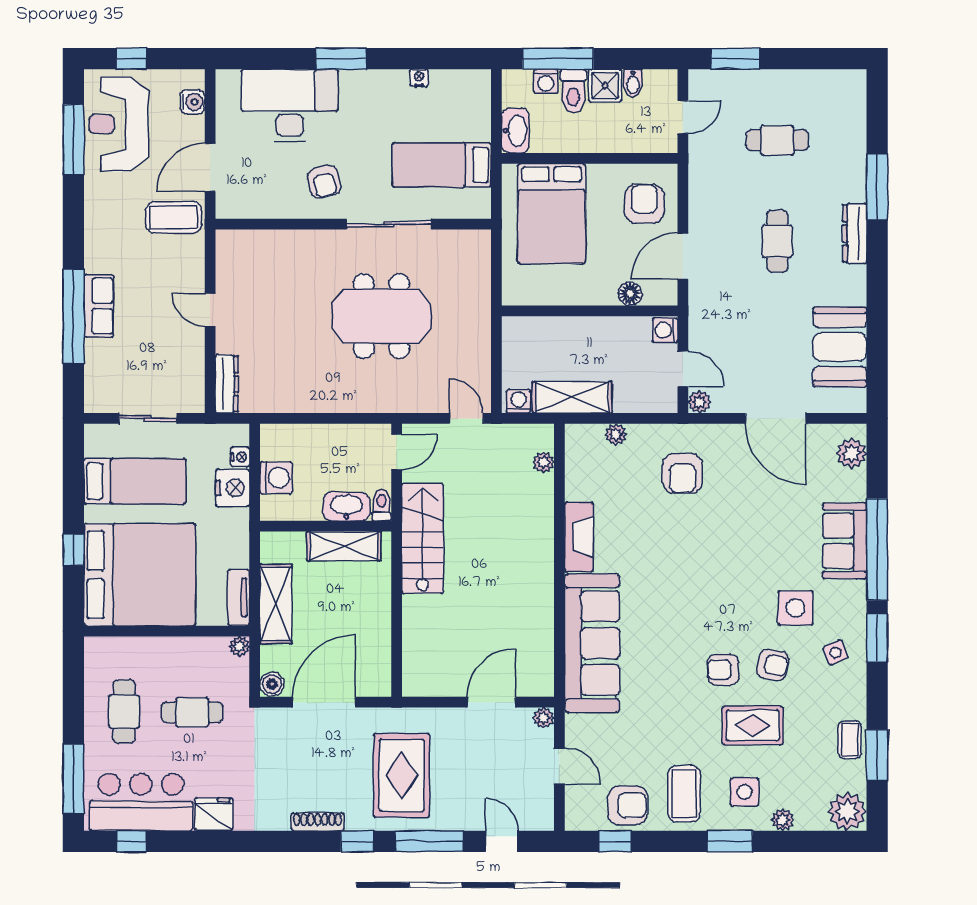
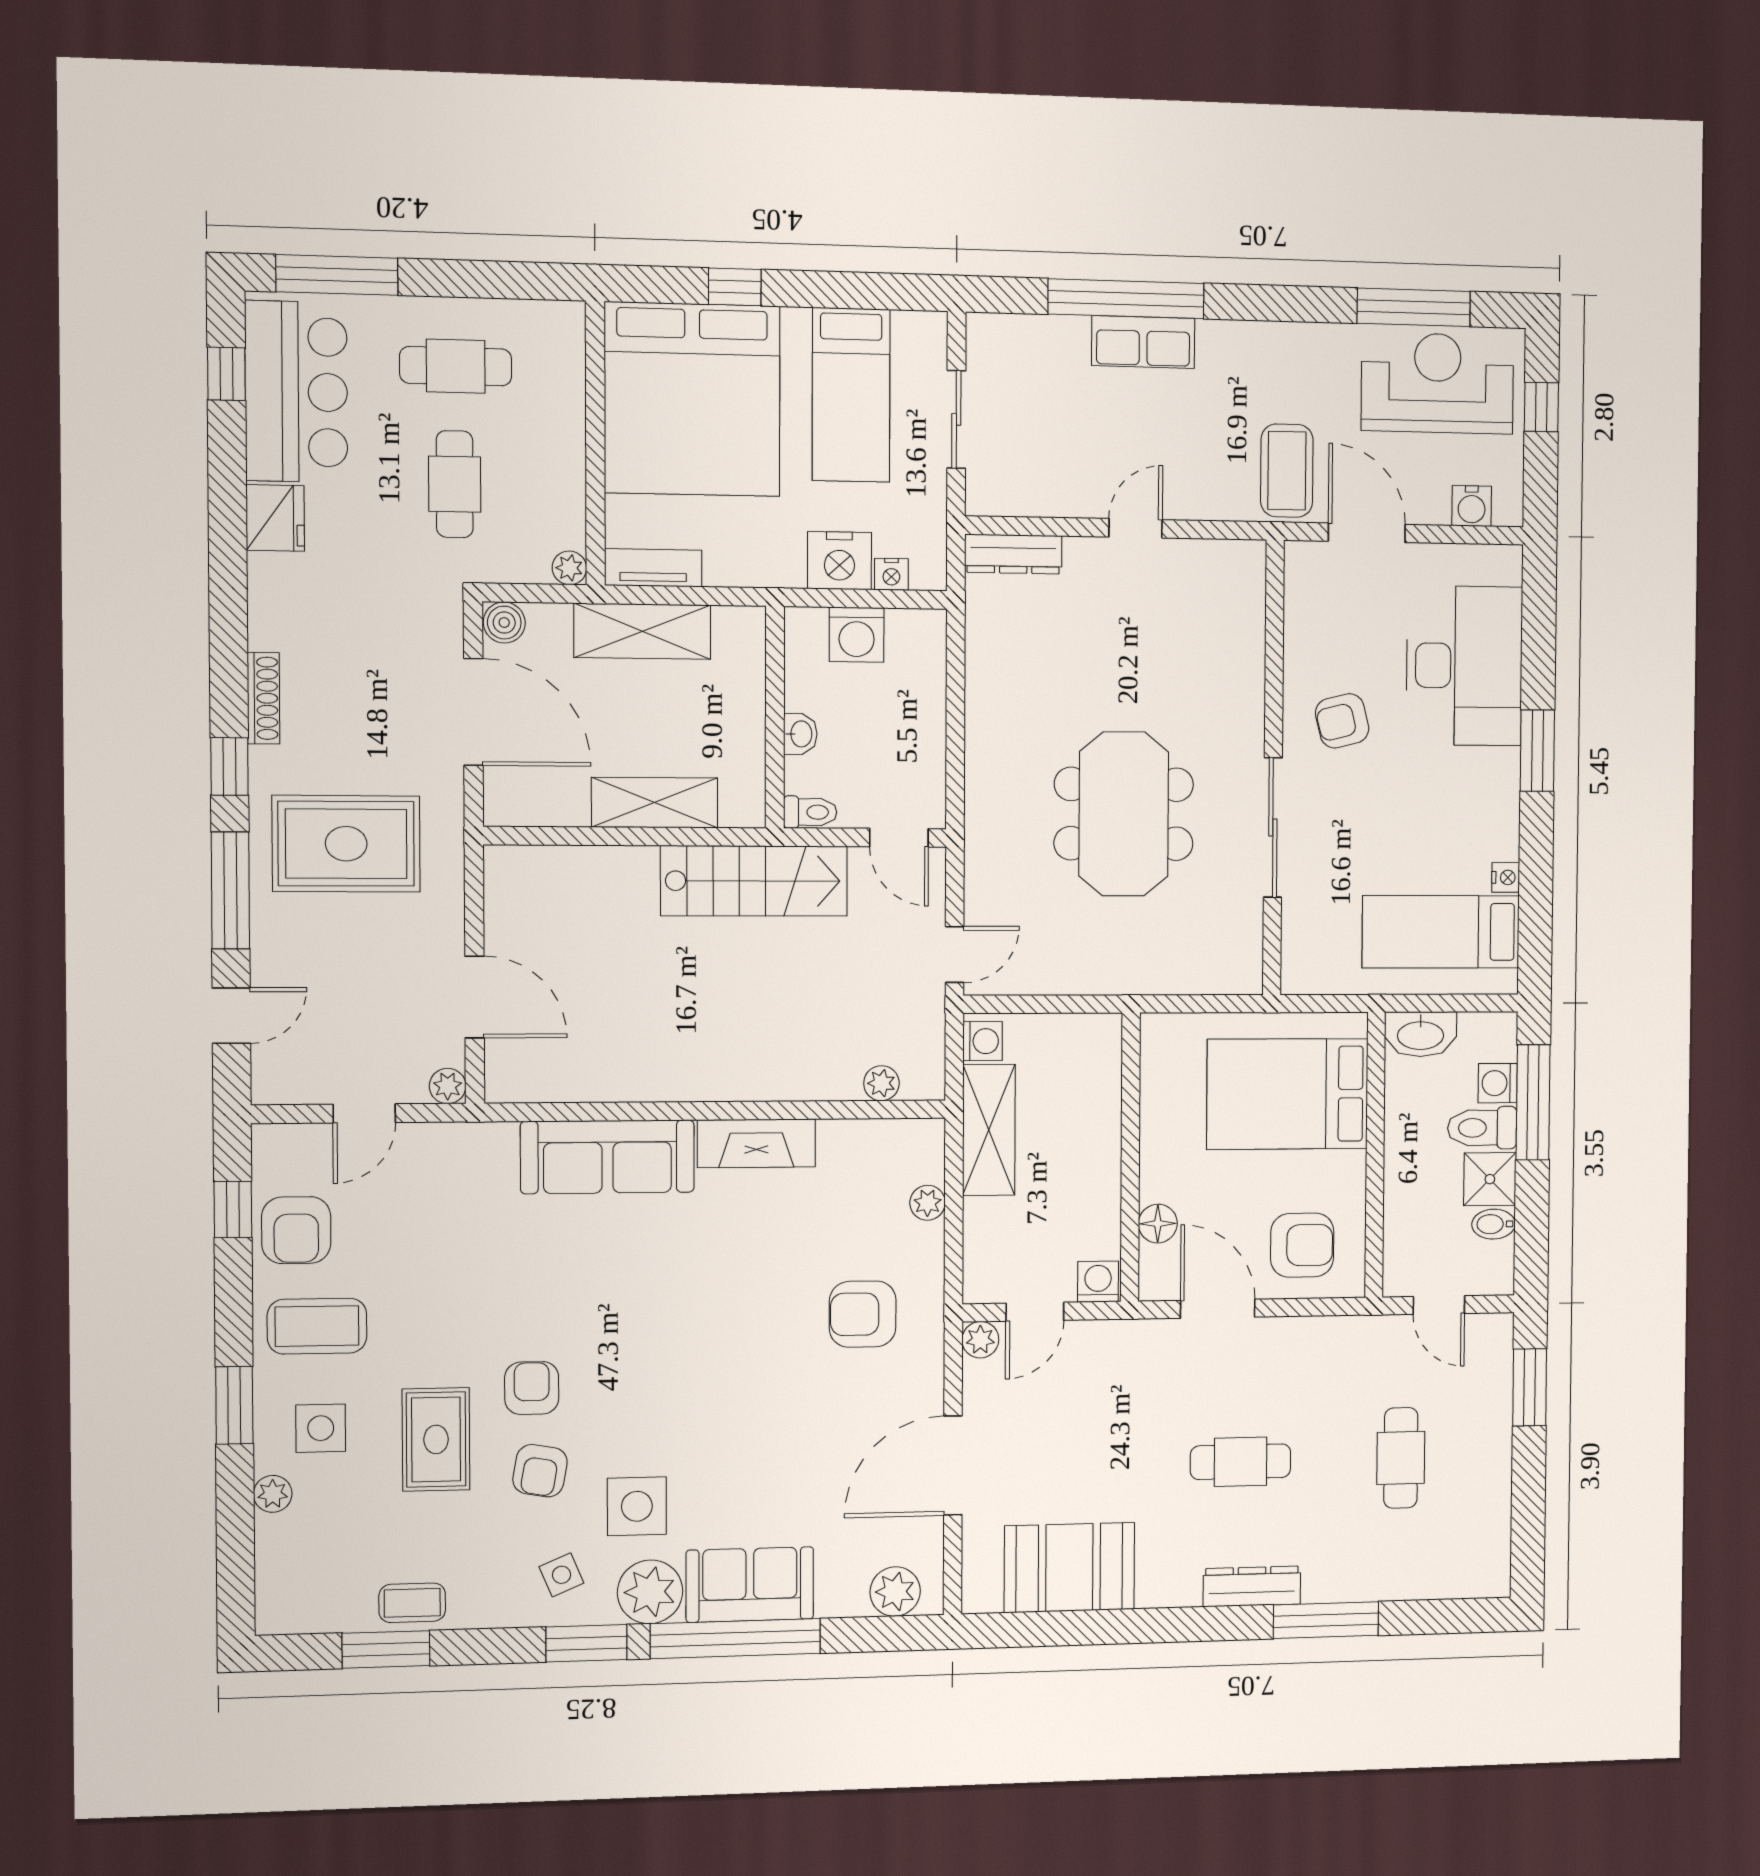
bed: (442, 165) -> (1441, 932), moved, turned -90
washbasin: (346, 507) -> (800, 734), width x0.52, depth x0.69
shelving: (344, 546) -> (655, 803), moved, turned 90
sofa: (592, 643) -> (607, 1157), width x0.74, depth x0.79
plant: (847, 811) -> (650, 1592), moved

